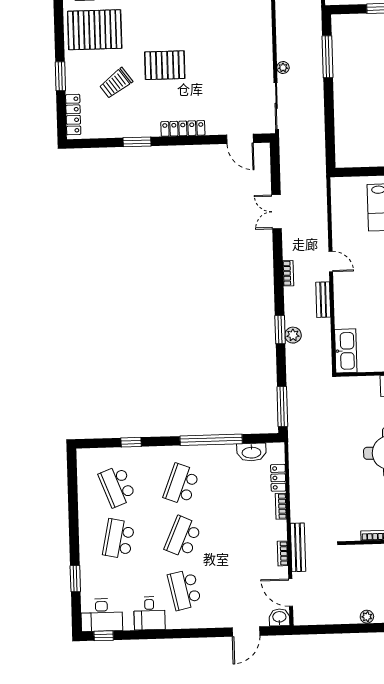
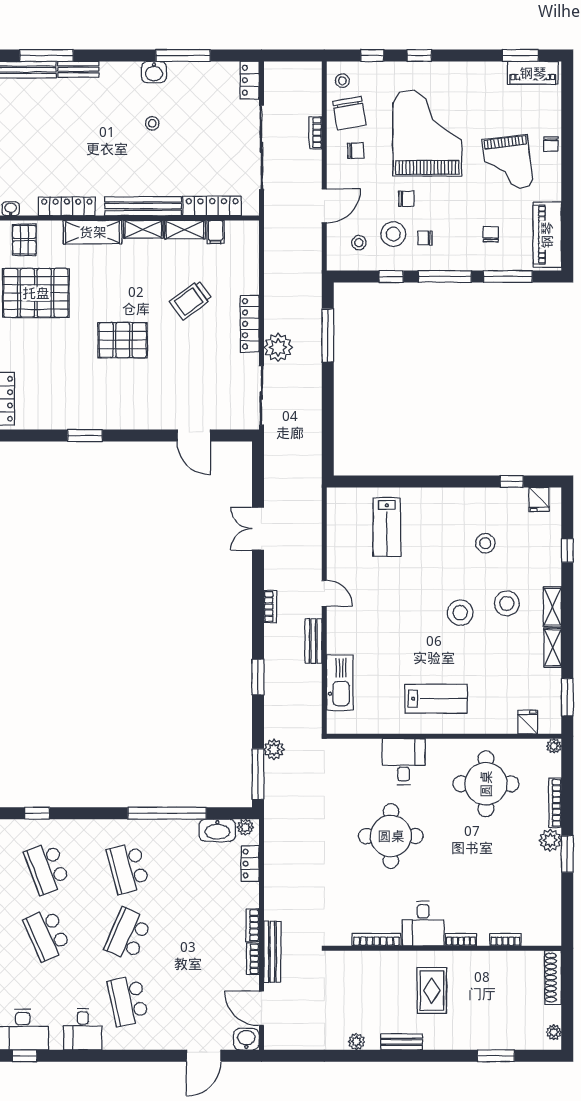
plant: (283, 68) -> (278, 347), width x1.88, depth x1.88
trolley: (116, 83) -> (191, 300), moved
locker: (183, 128) -> (250, 324), moved, turned -90
door: (240, 139) -> (194, 436), moved
plant: (293, 335) -> (274, 749), moved
kitchen sink: (346, 351) -> (340, 683), moved
window: (131, 442) -> (37, 813), moved
plant: (274, 449) -> (245, 827), added
school desk: (181, 484) -> (128, 868), turned -36
bookcase: (281, 506) -> (253, 925), moved
school desk: (119, 539) -> (47, 934), turned -36

